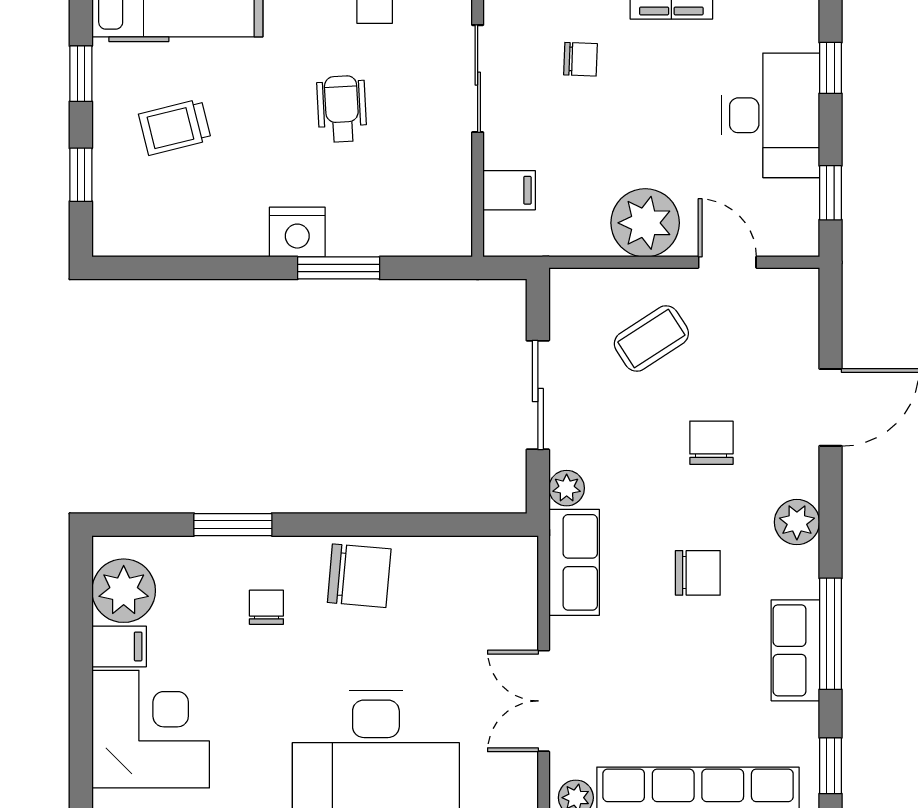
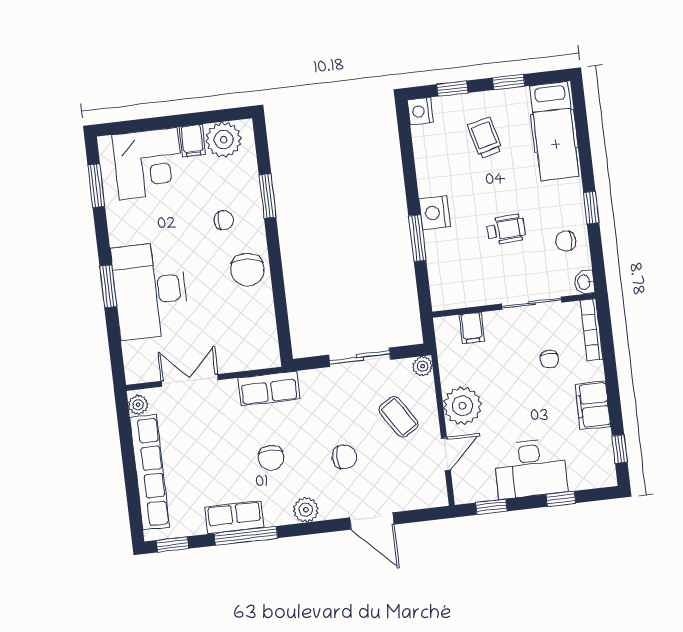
nightstand: (114, 236) -> (420, 111), added
plant: (567, 488) -> (423, 366), moved

